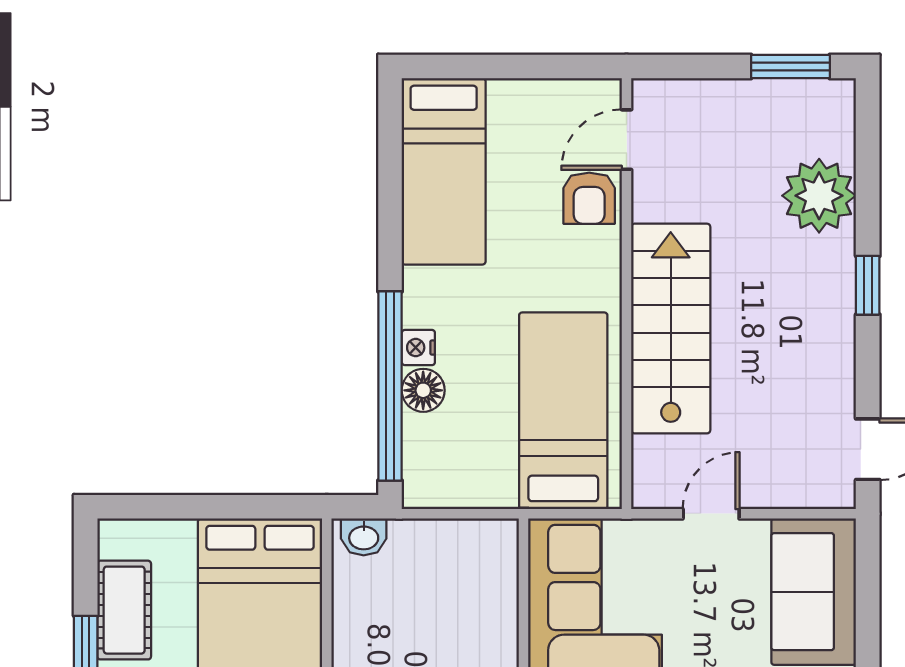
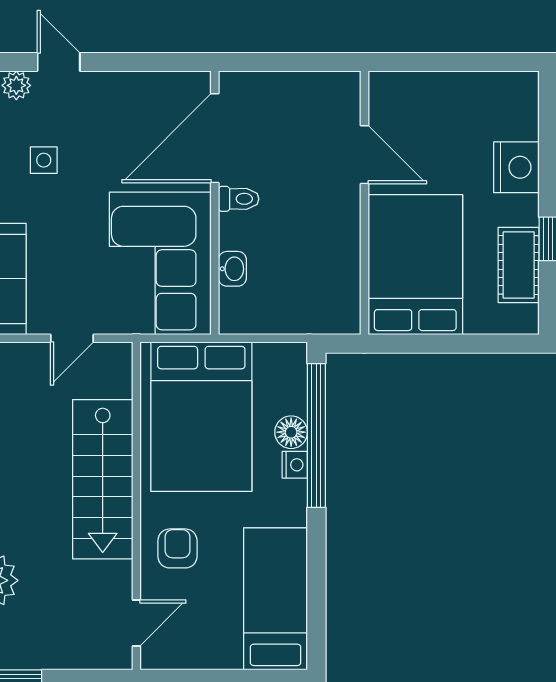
armchair: (589, 198) -> (177, 548), moved
bed: (563, 411) -> (201, 417), width x1.50
washbasin: (364, 537) -> (232, 269), moved, turned 90

